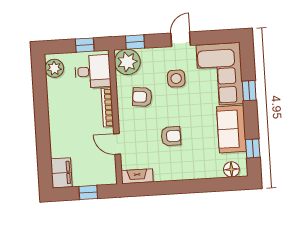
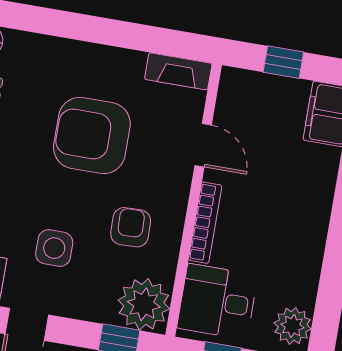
armchair: (142, 97) -> (131, 227), turned -98
armchair: (171, 136) -> (92, 135), width x1.88, depth x1.88

